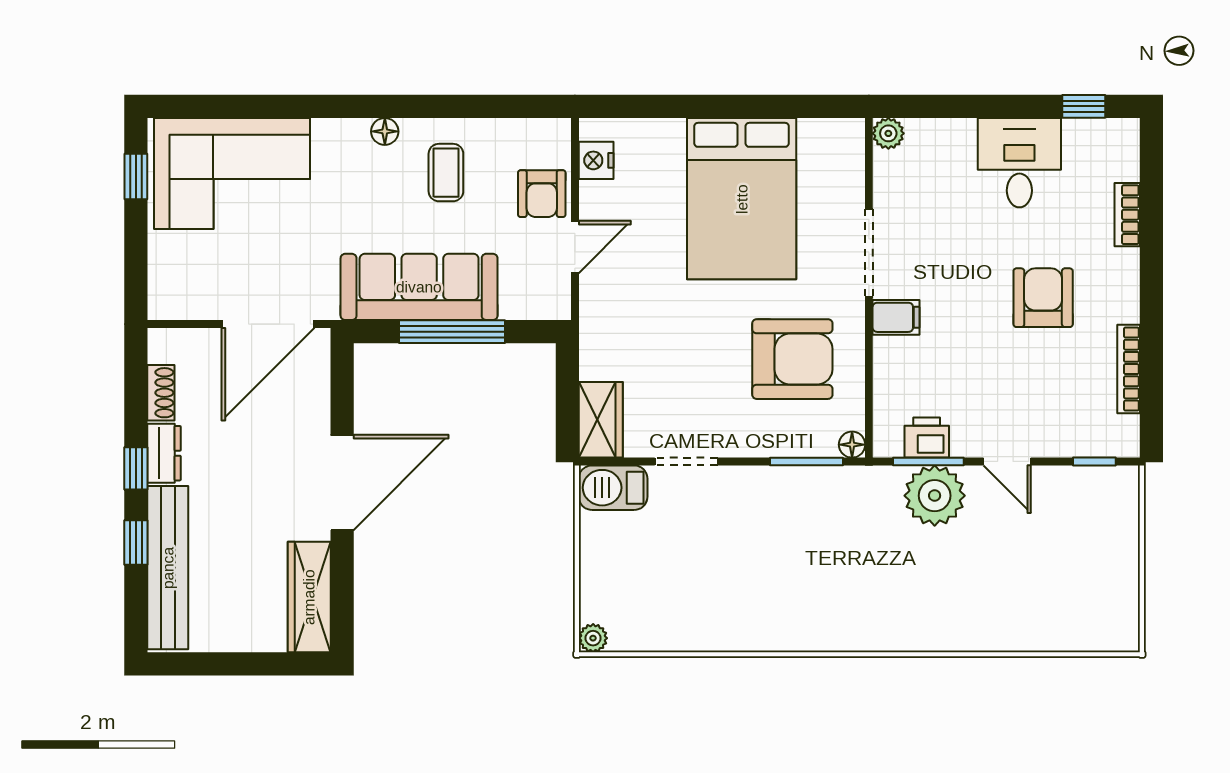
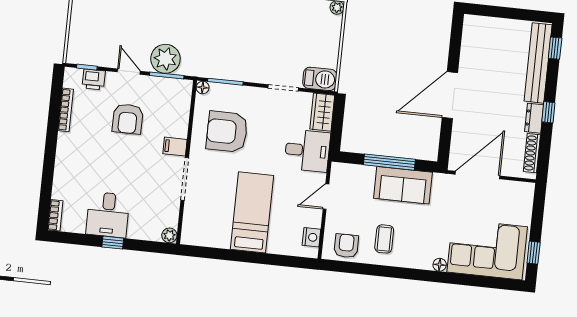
window: (1084, 106) -> (113, 243), moved
floor lamp: (385, 131) -> (440, 265), moved
armchair: (542, 194) -> (346, 246), moved
bed: (742, 199) -> (252, 212), width x0.67
bookcase: (1127, 215) -> (55, 215), moved
sofa: (419, 287) -> (403, 185), width x0.73
armchair: (1043, 298) -> (128, 119), moved
desk: (623, 338) -> (307, 151), added
shoe rack: (161, 393) -> (532, 153), width x1.43
printer: (927, 438) -> (94, 79), moved
window: (136, 542) -> (555, 48), moved
wardrobe: (309, 597) -> (471, 42), removed

